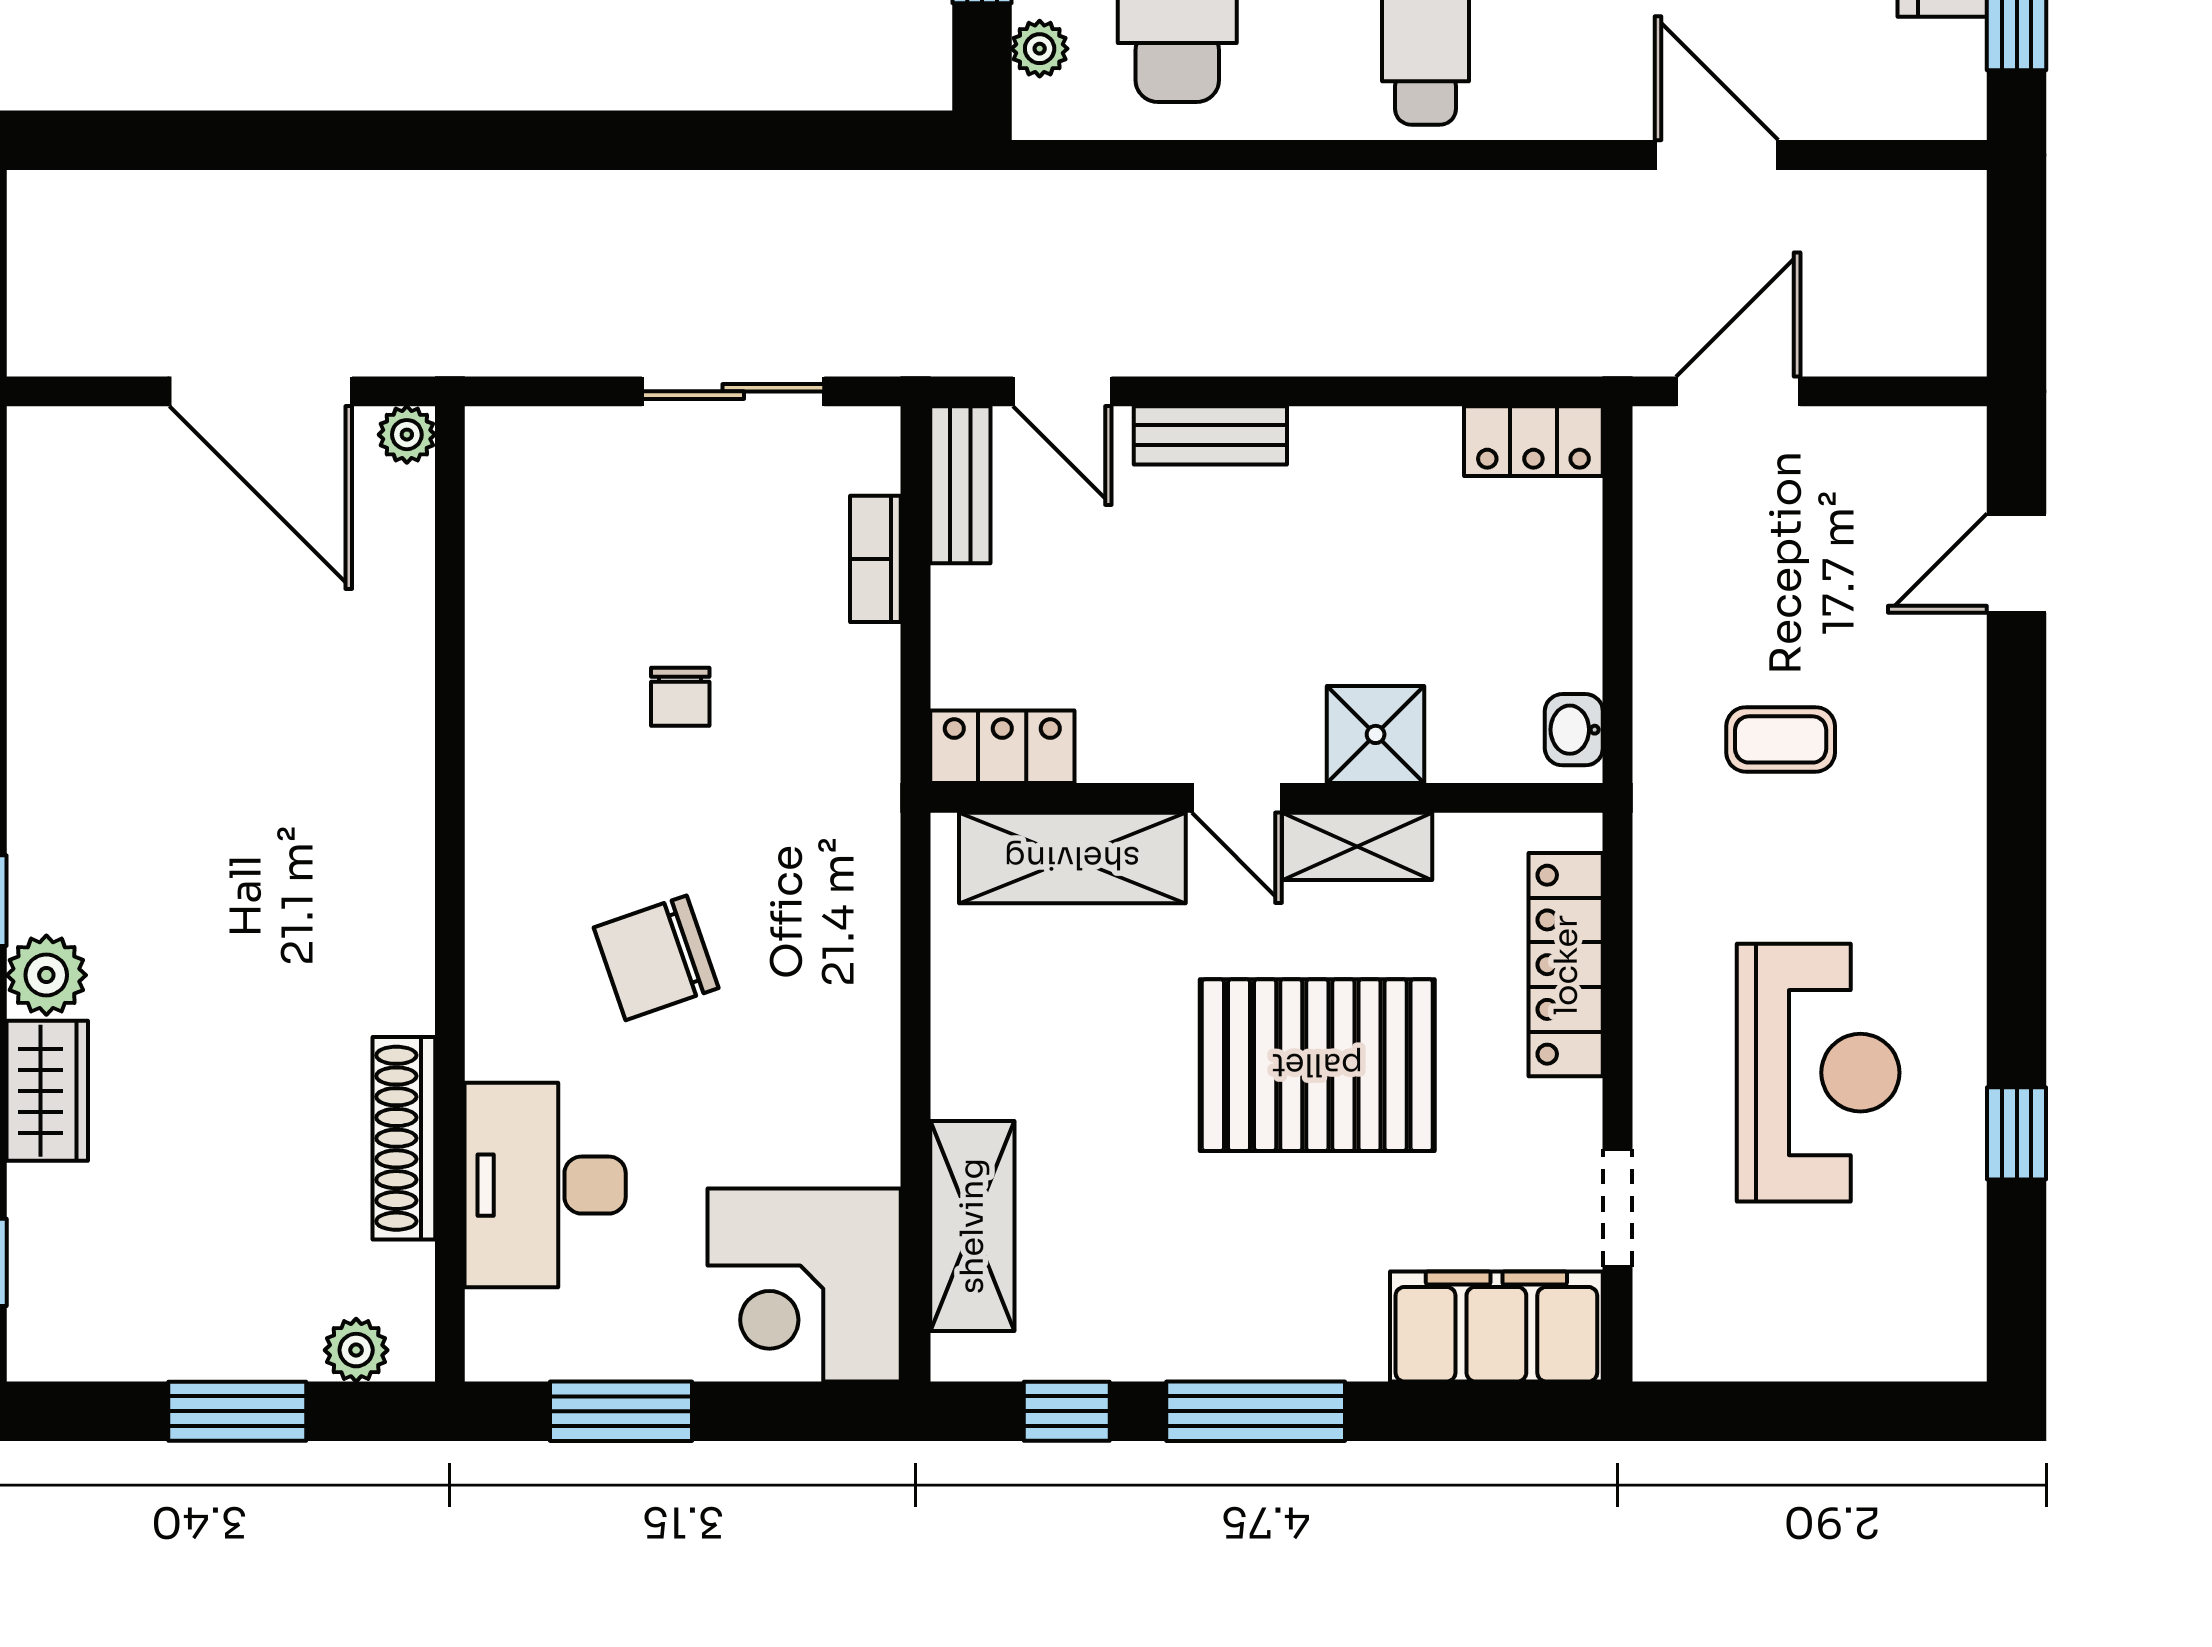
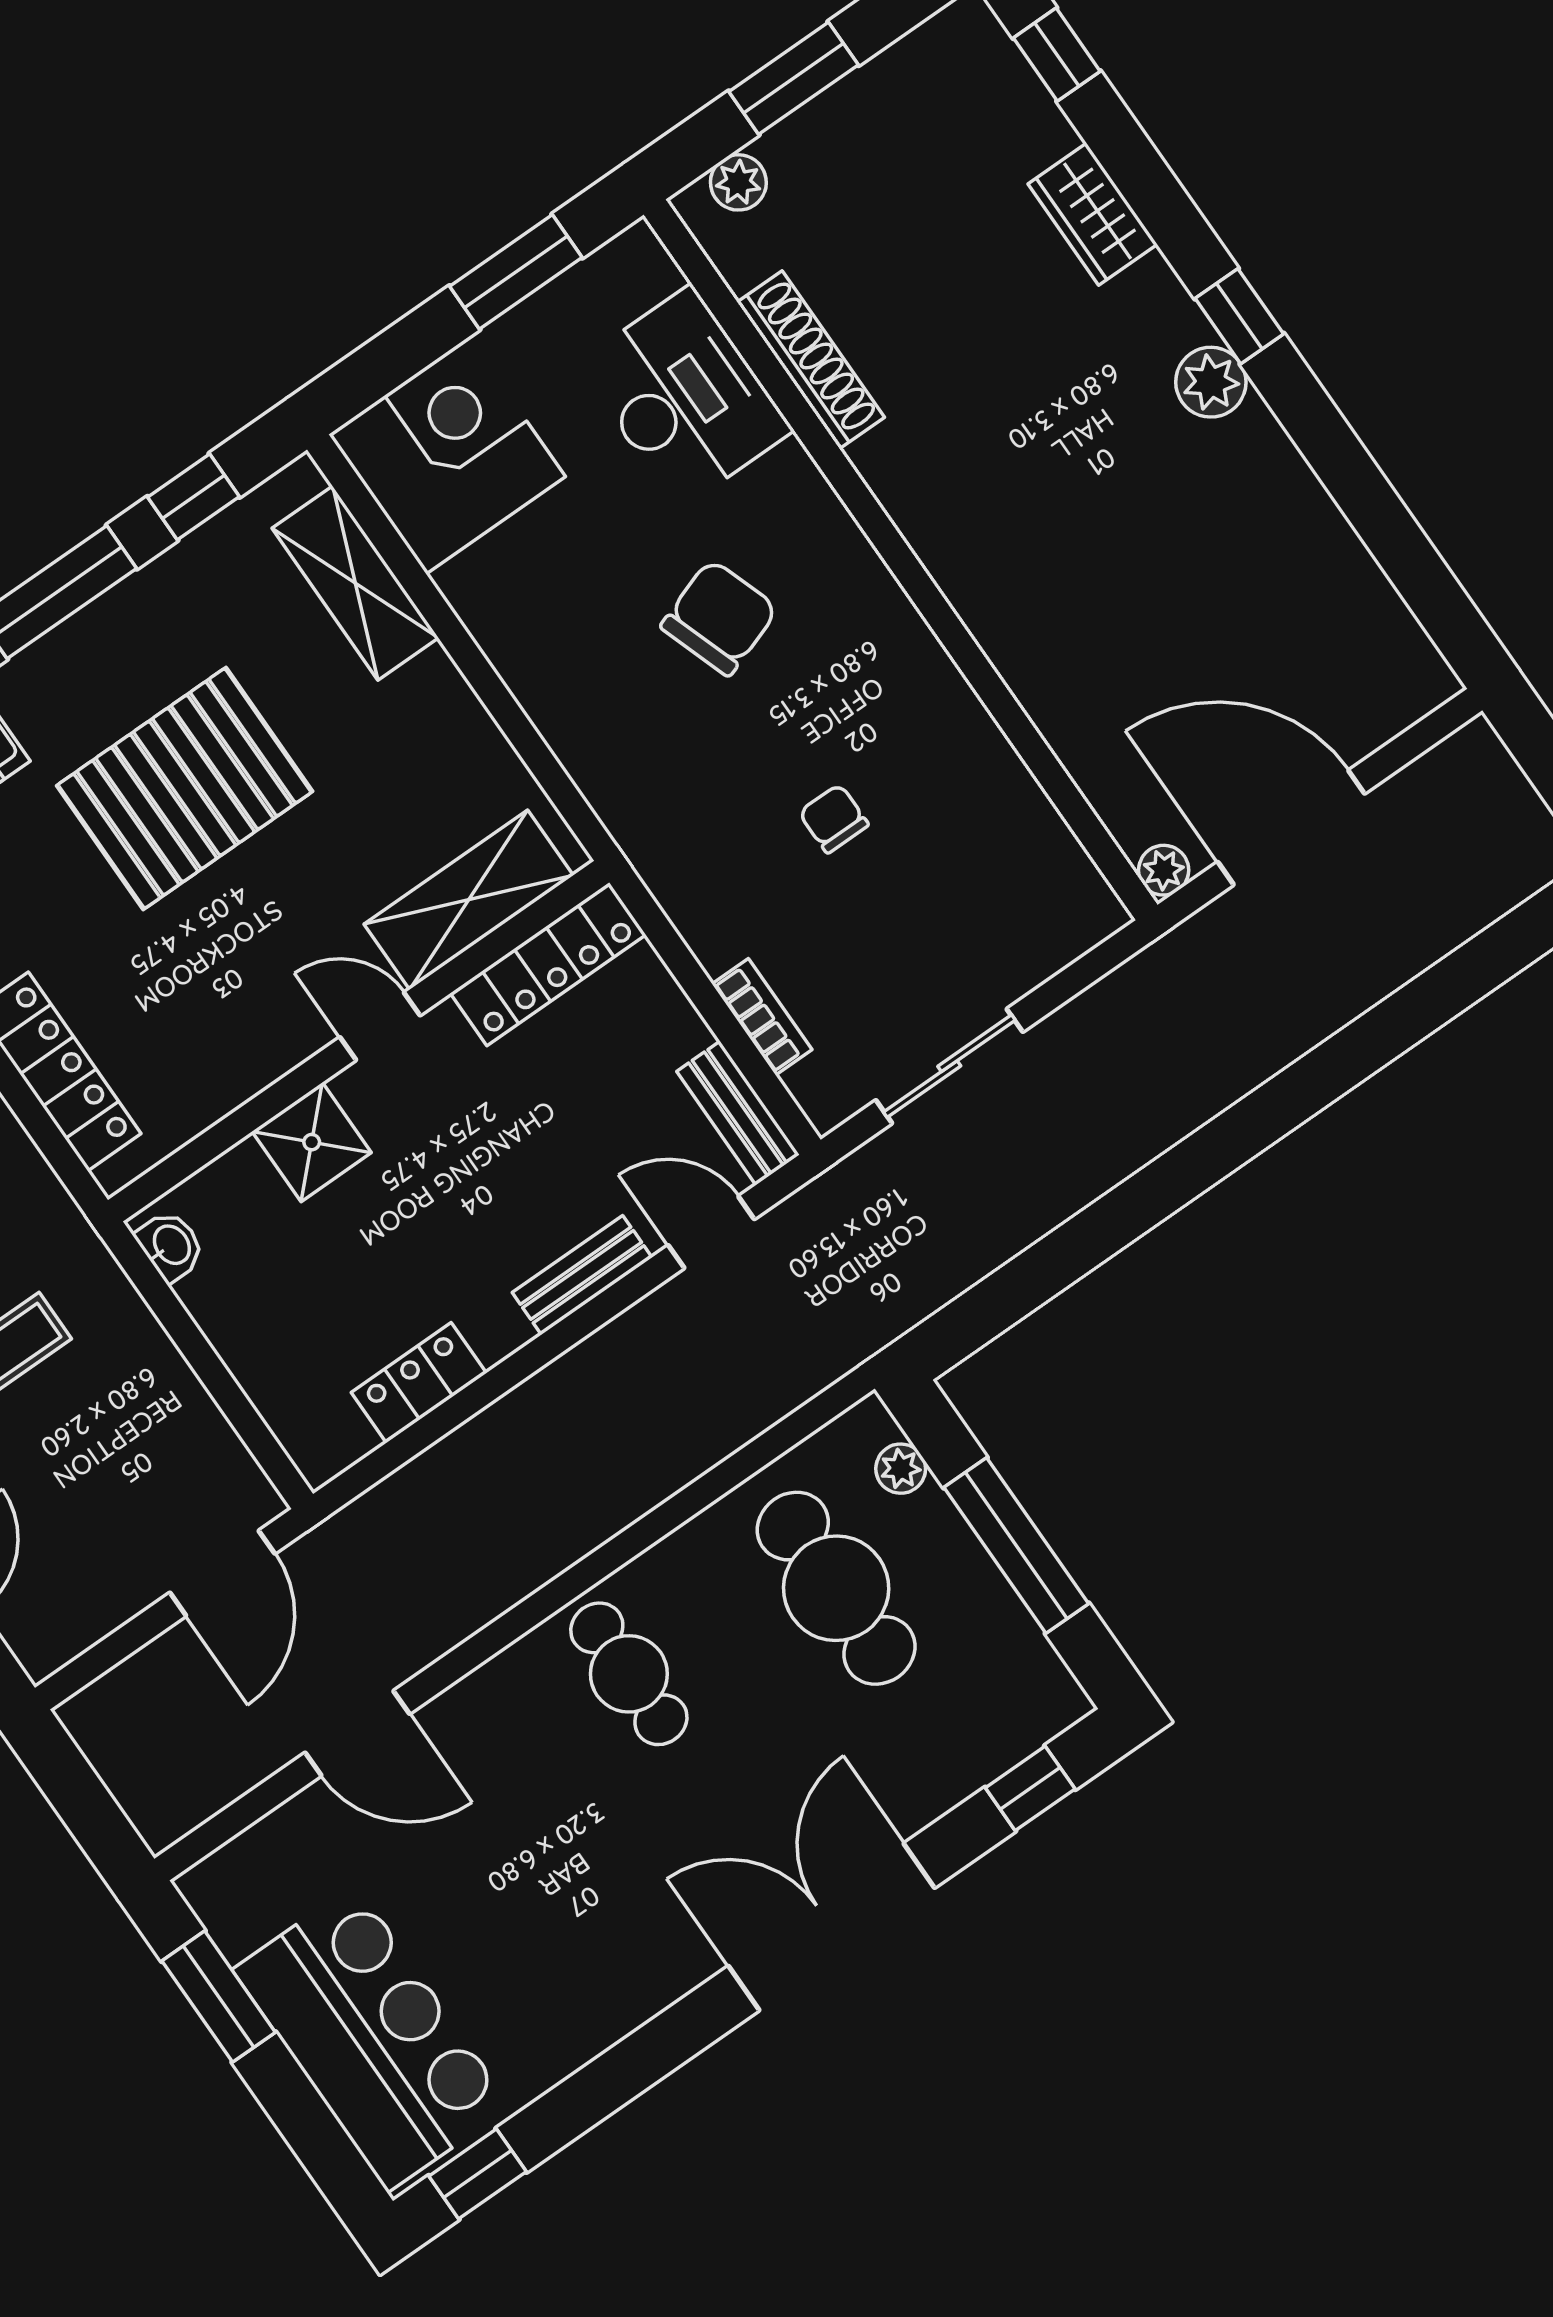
locker: (1533, 441) -> (419, 1383), moved
locker: (1002, 747) -> (548, 964), width x1.53
shelving: (1357, 846) -> (268, 1052), removed
plant: (46, 975) -> (1211, 382), moved
pallet: (1317, 1065) -> (185, 788), moved

